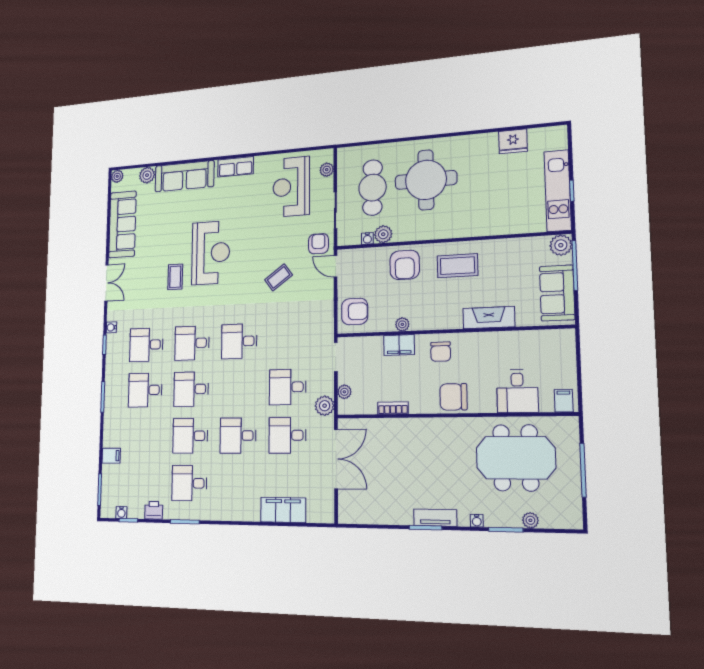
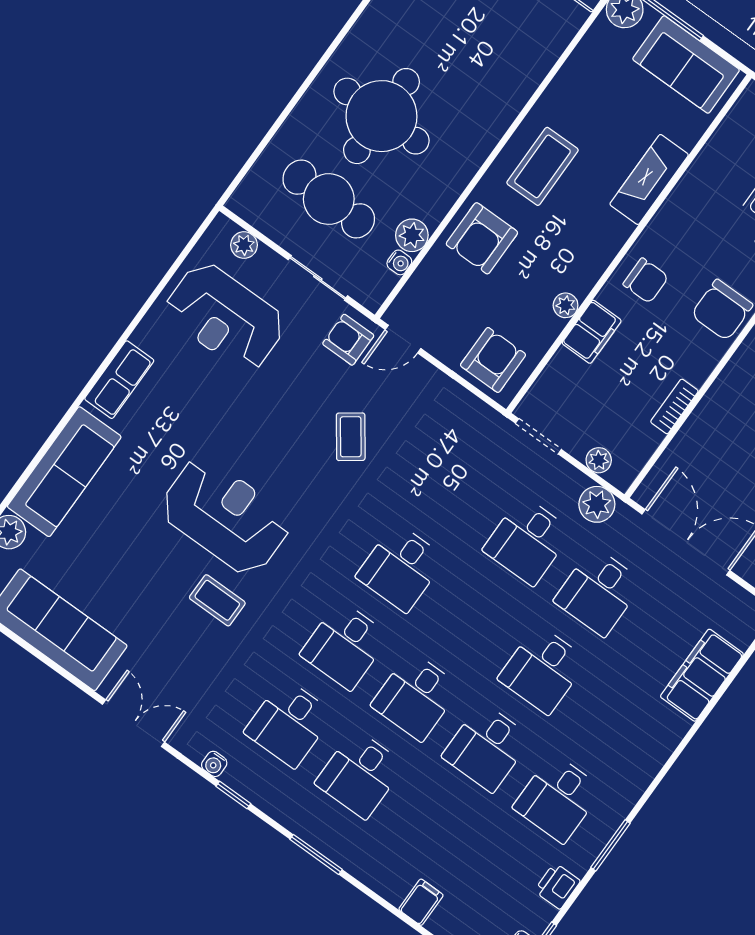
armchair: (405, 265) -> (482, 238), turned 90

